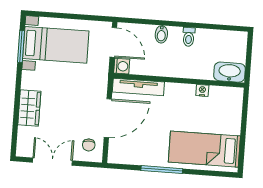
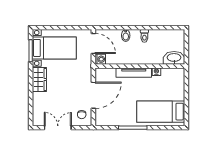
tv unit: (138, 87) -> (134, 73), moved
wardrobe: (29, 108) -> (39, 79), moved

